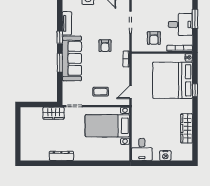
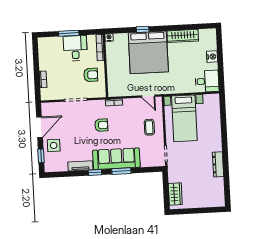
bed: (173, 80) -> (148, 52), moved
wardrobe: (54, 113) -> (175, 194), moved

